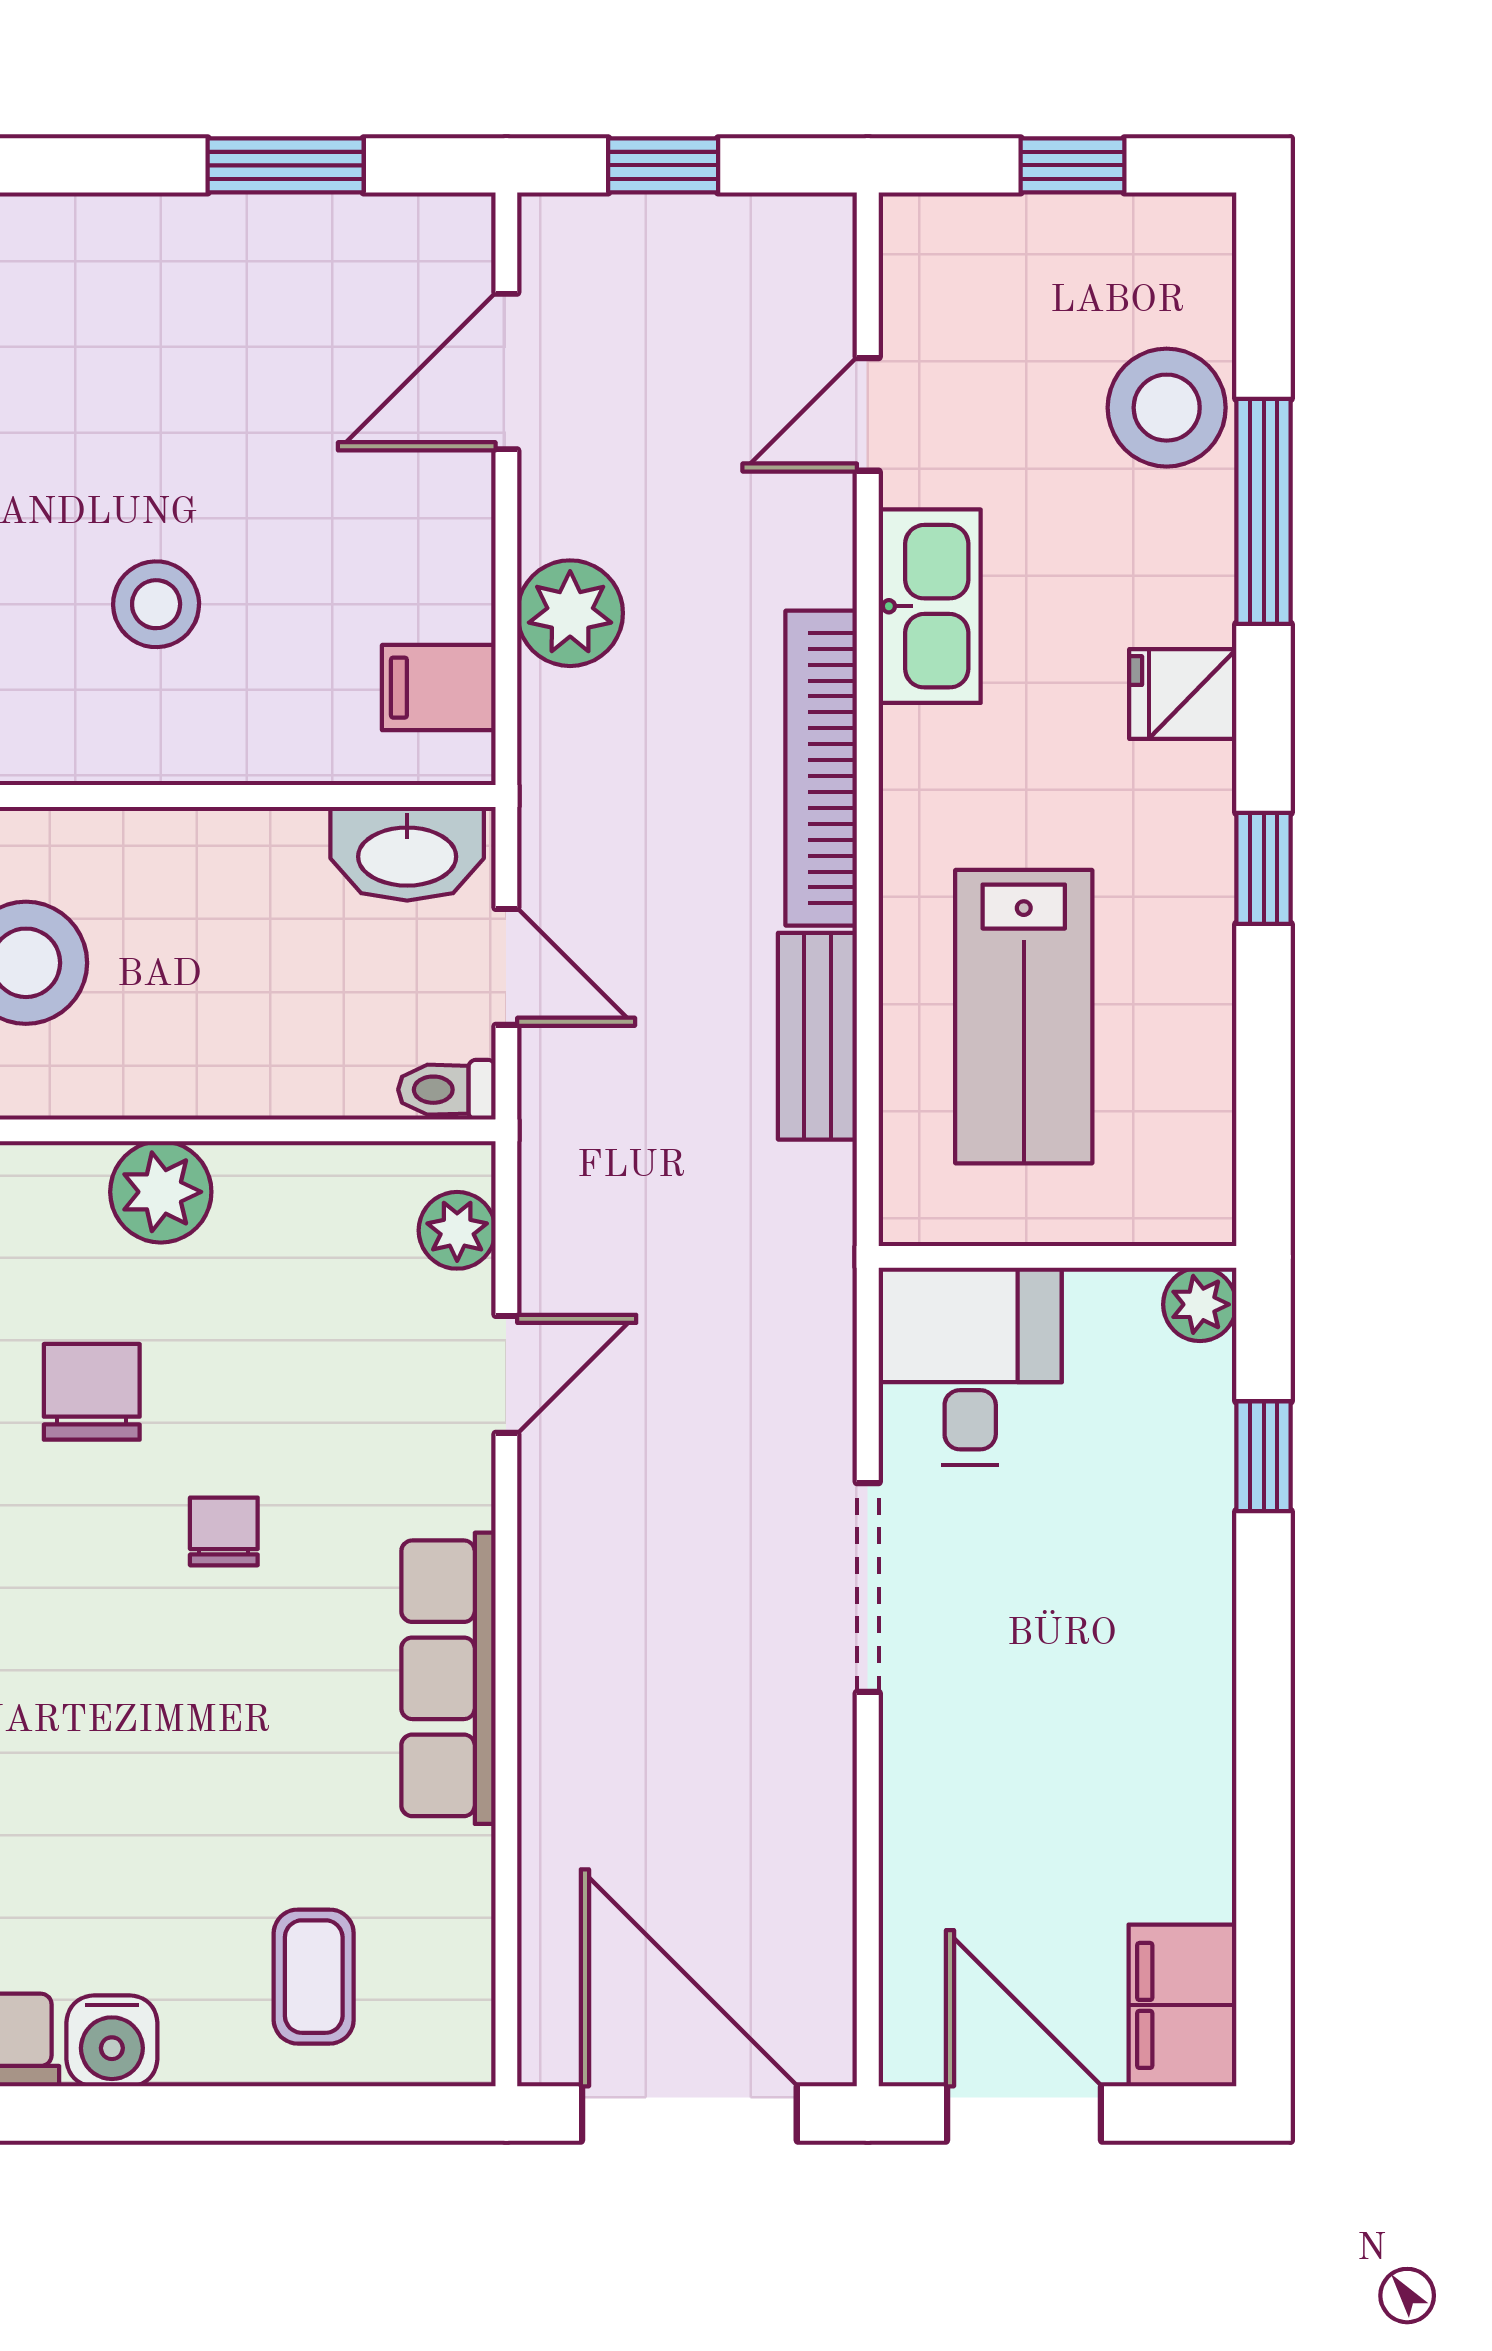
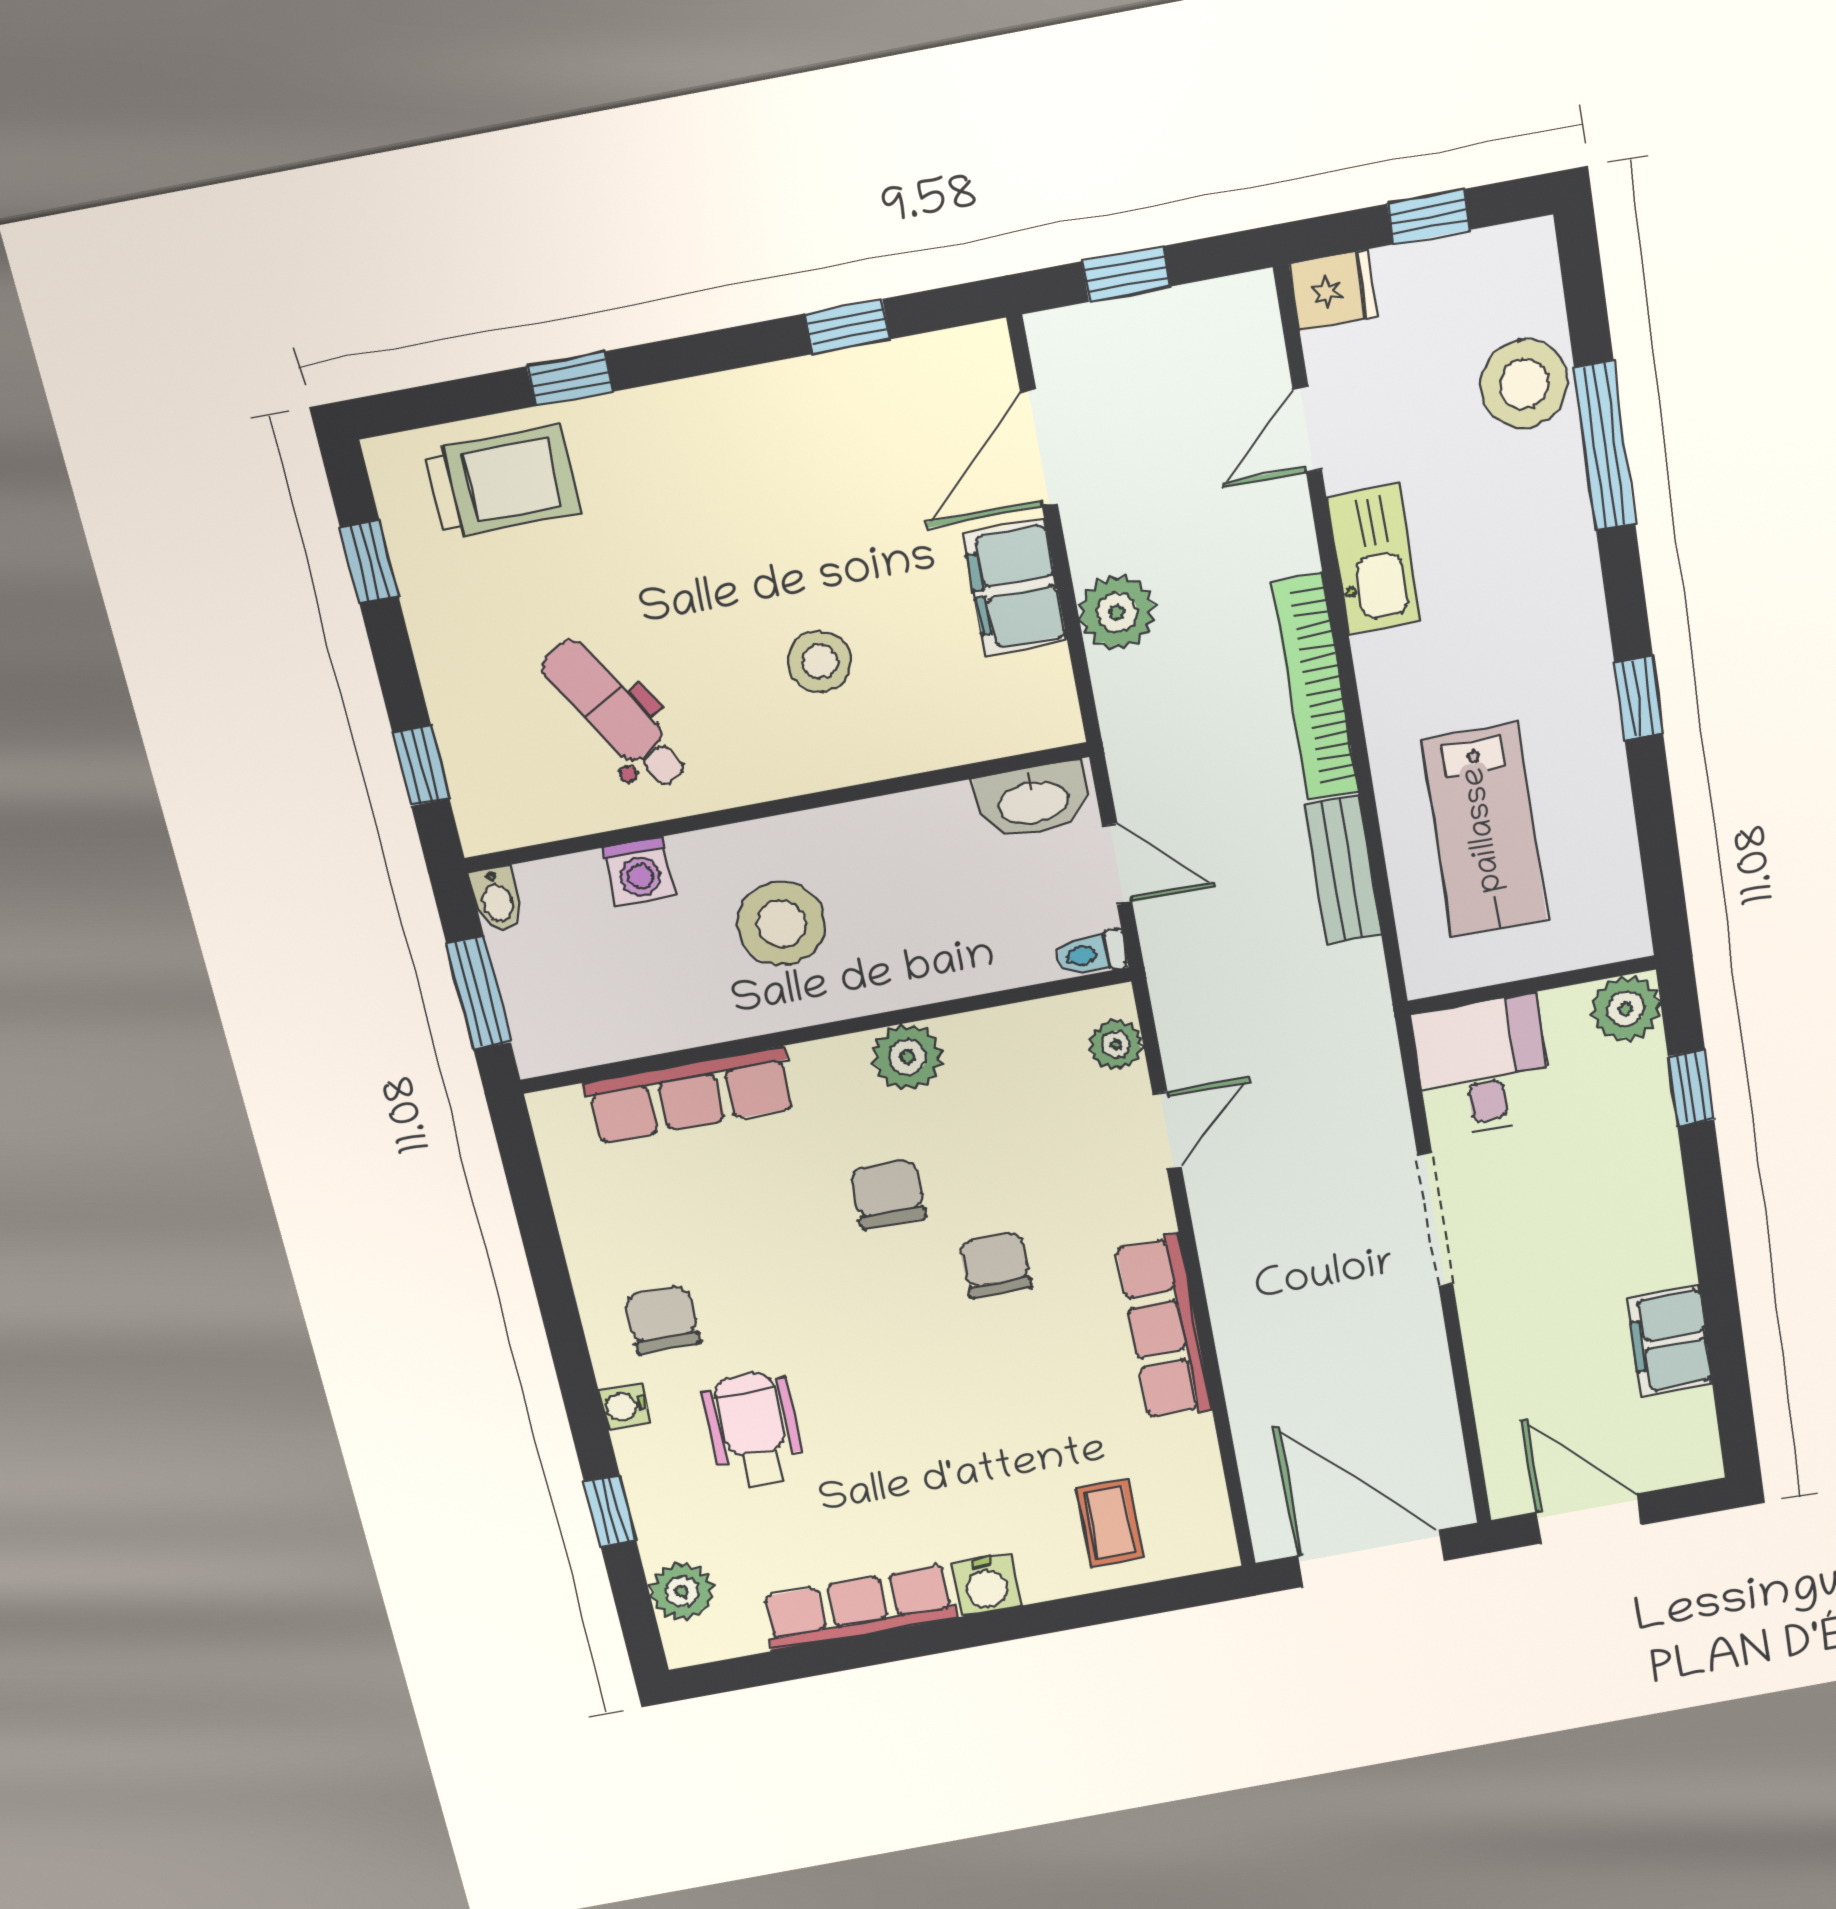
window: (286, 165) -> (848, 326), width x0.67
filing cabinet: (439, 688) -> (1015, 588), moved, width x2.00
fridge: (1183, 694) -> (1334, 290), moved, turned 180
plant: (1200, 1304) -> (1626, 1009), width x1.38, depth x1.38
chair: (224, 1531) -> (995, 1265), width x1.37, depth x1.37
filing cabinet: (1182, 2005) -> (1670, 1341), moved

